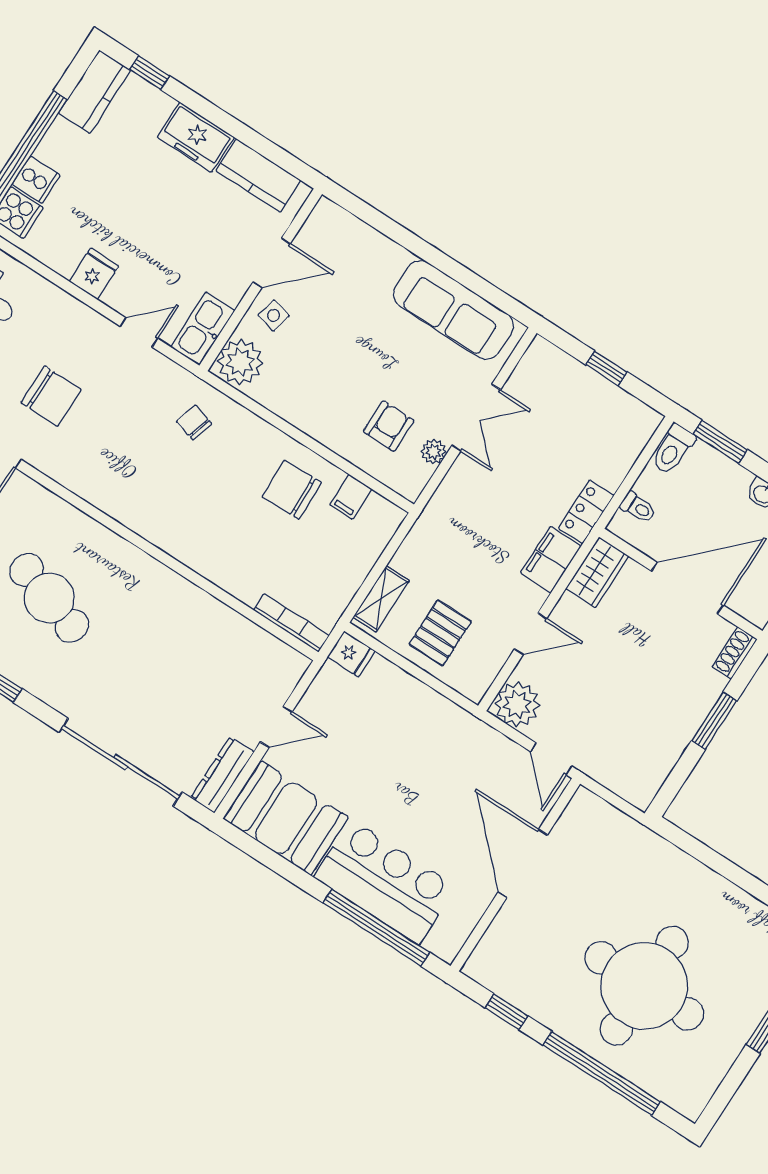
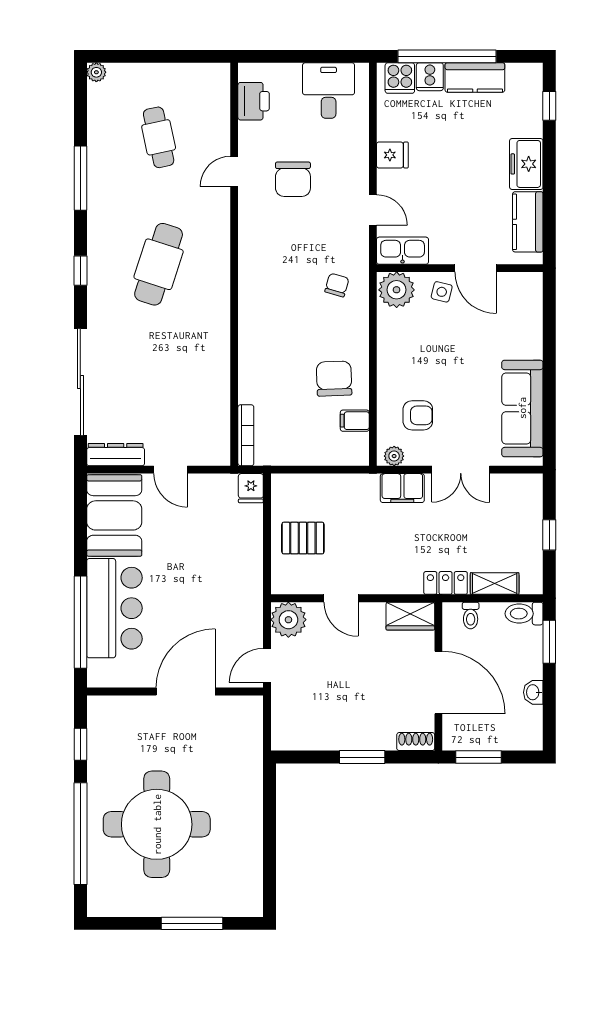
kitchen counter: (95, 92) -> (475, 78), moved
plant: (434, 452) -> (394, 456), moved
filing cabinet: (551, 559) -> (402, 488), moved, turned 180
shelving: (381, 599) -> (495, 584), moved

